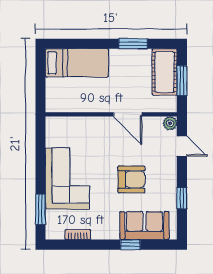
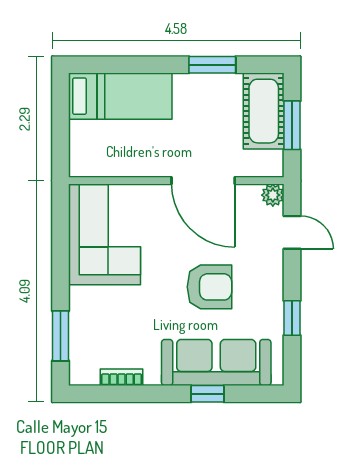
door: (128, 114) -> (203, 181), width x1.36
corner sofa: (67, 179) -> (105, 235), moved
sofa: (144, 226) -> (216, 362), width x1.36

